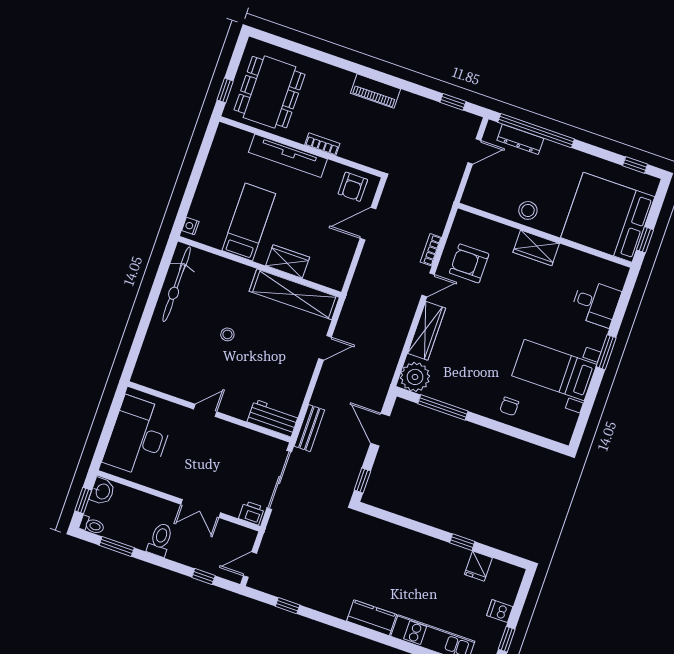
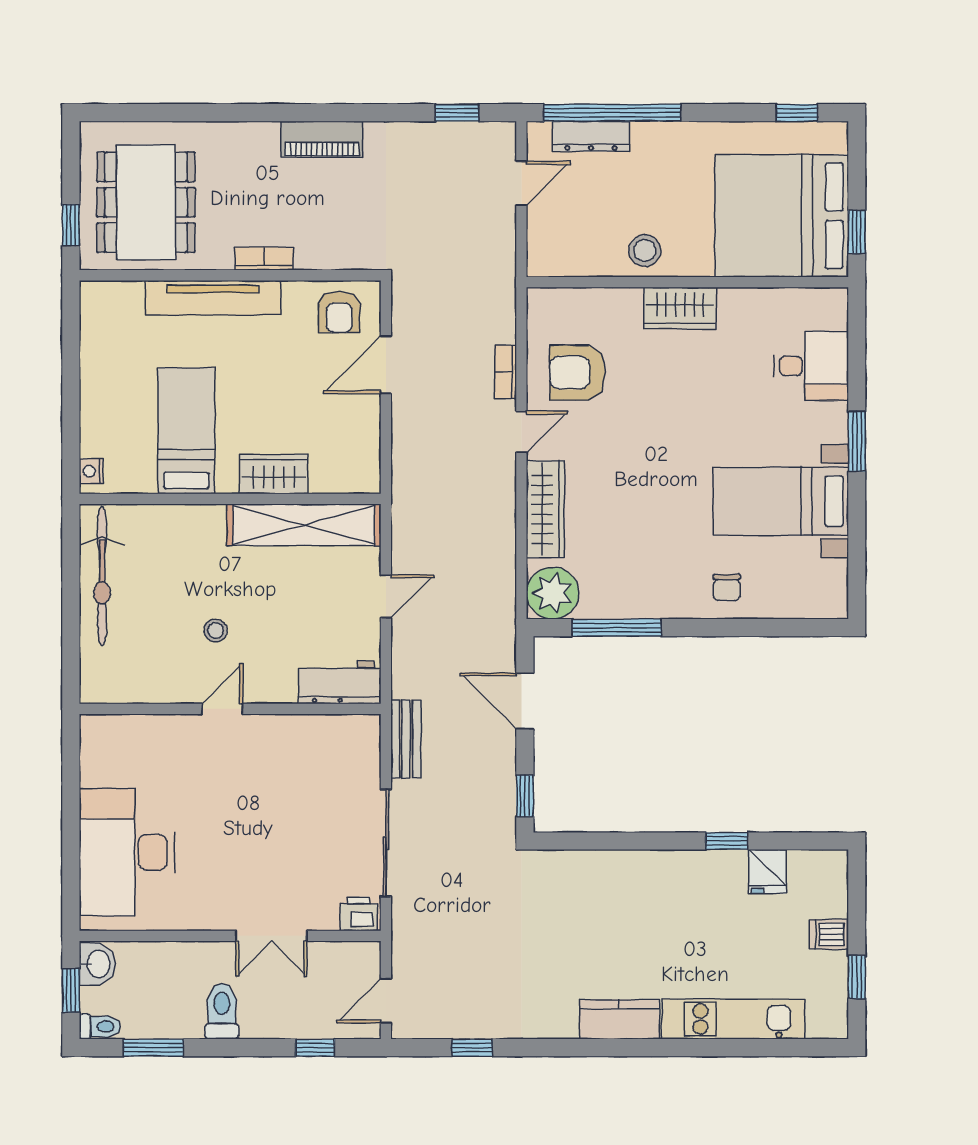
door: (205, 410) -> (222, 709), moved
wall: (209, 412) -> (230, 709), moved
workbench: (273, 418) -> (340, 683), moved

